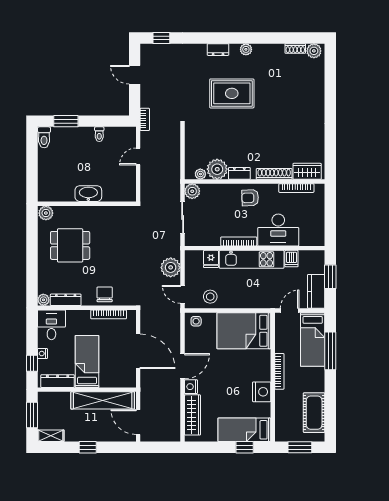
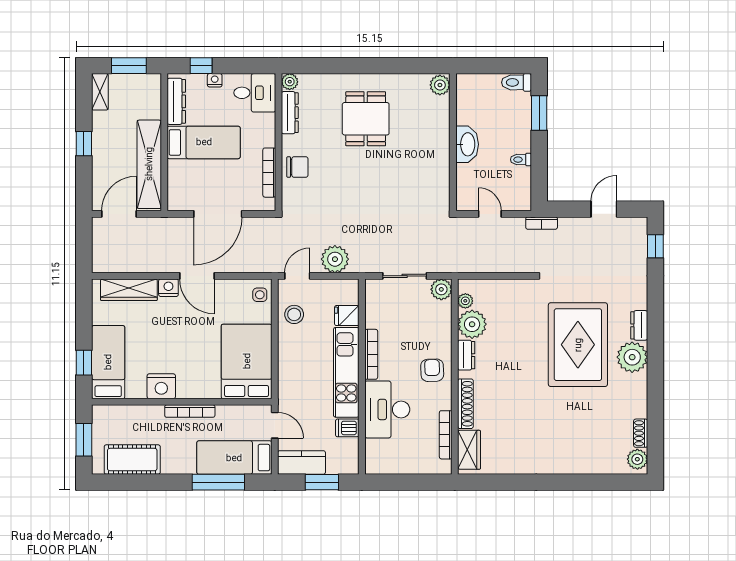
plant: (246, 49) -> (632, 357), width x1.88, depth x1.88
rug: (232, 93) -> (578, 345), width x1.37, depth x1.44
washbasin: (88, 194) -> (467, 144), moved
wall: (87, 204) -> (453, 142), moved
plant: (46, 213) -> (440, 85), moved

